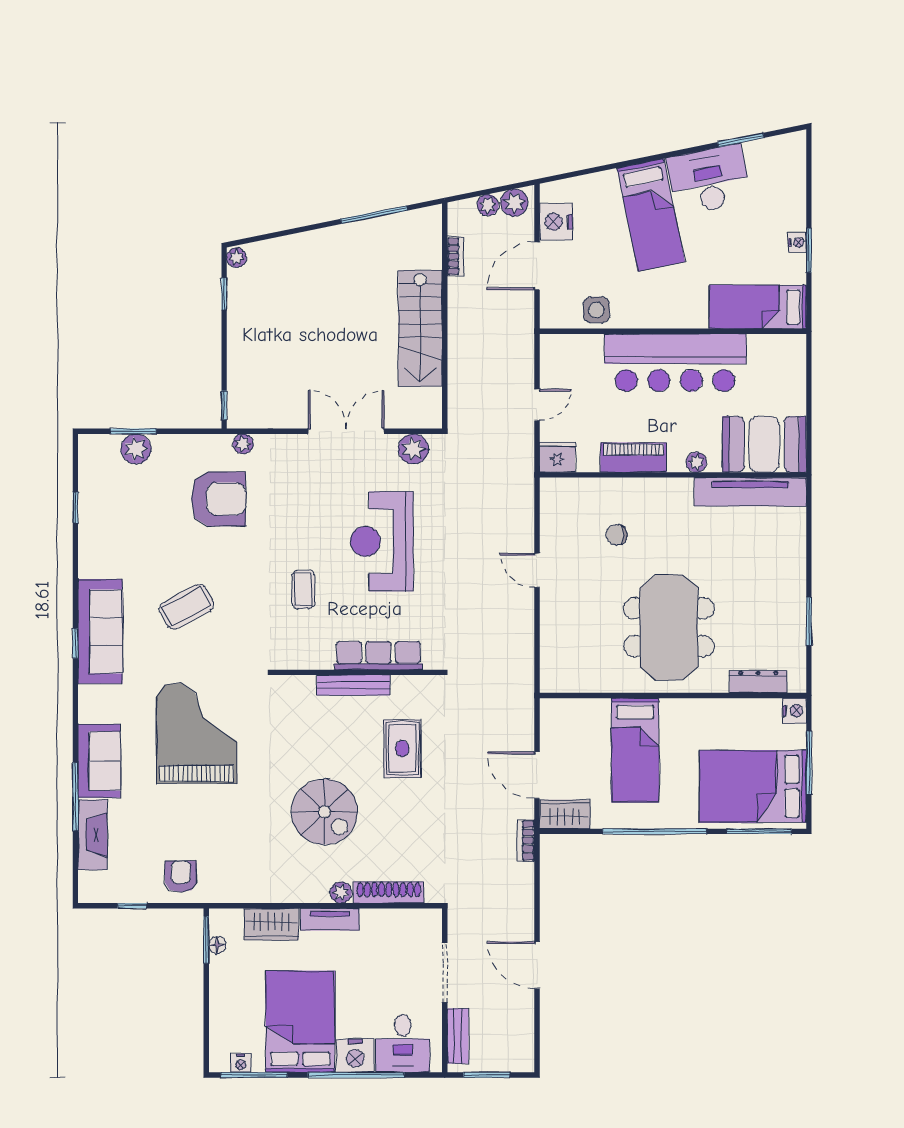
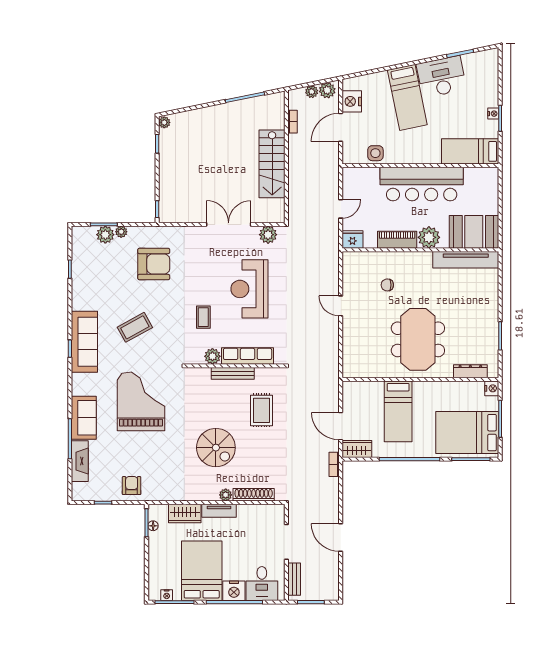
plant: (243, 444) -> (121, 232), moved
plant: (696, 462) -> (429, 237), width x1.88, depth x1.88
plant: (319, 656) -> (212, 356), added

